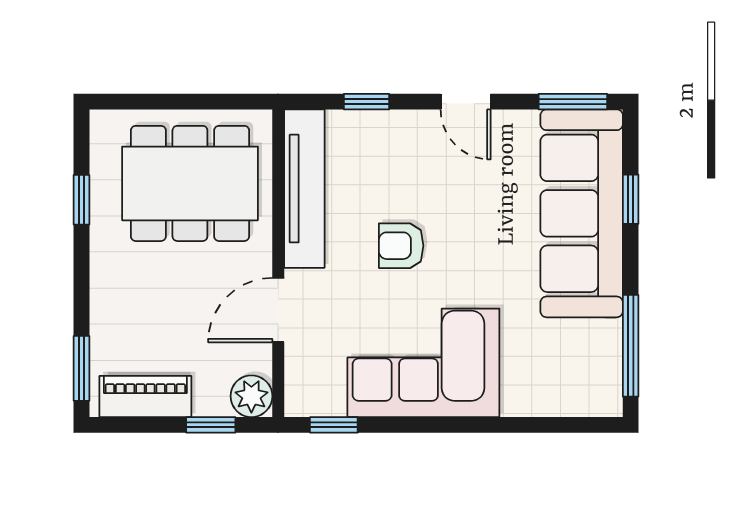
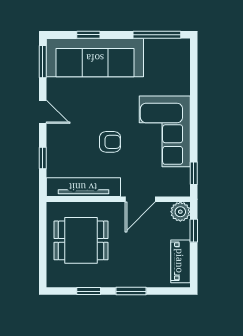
door: (466, 102) -> (43, 112), hinge flipped
dining table: (190, 183) -> (81, 240), width x0.73
armchair: (401, 246) -> (110, 142), turned -90
door: (278, 310) -> (140, 199), hinge flipped
window: (82, 368) -> (131, 291), moved

